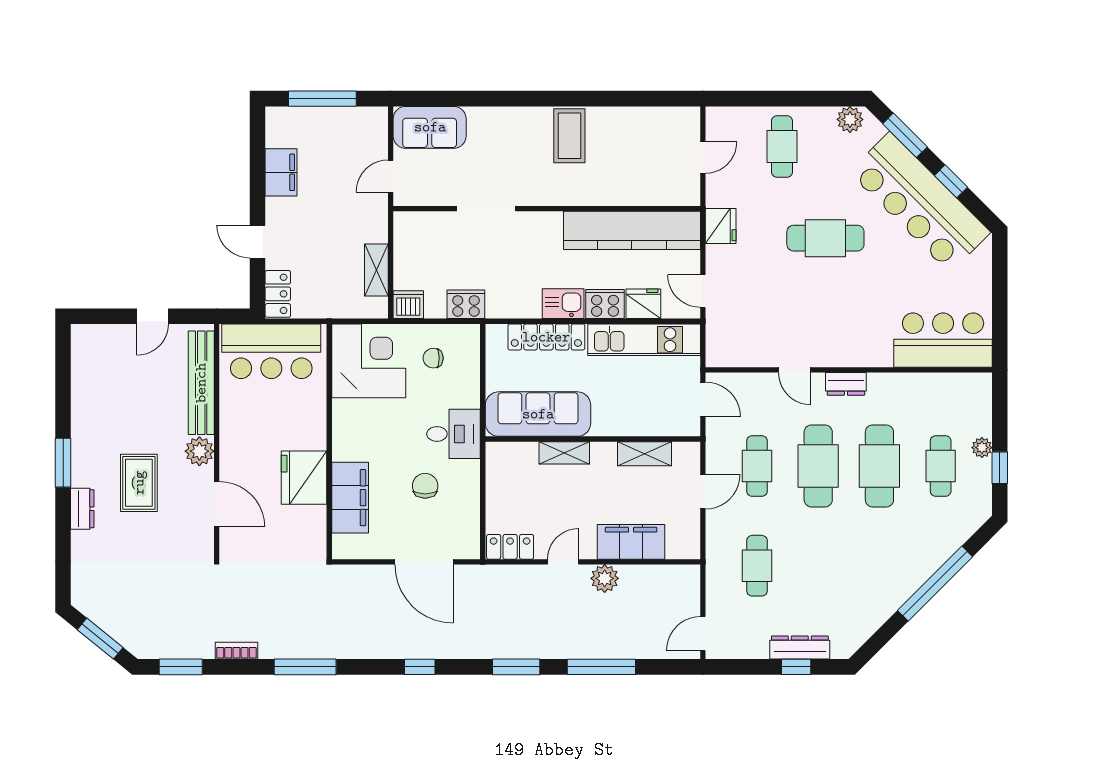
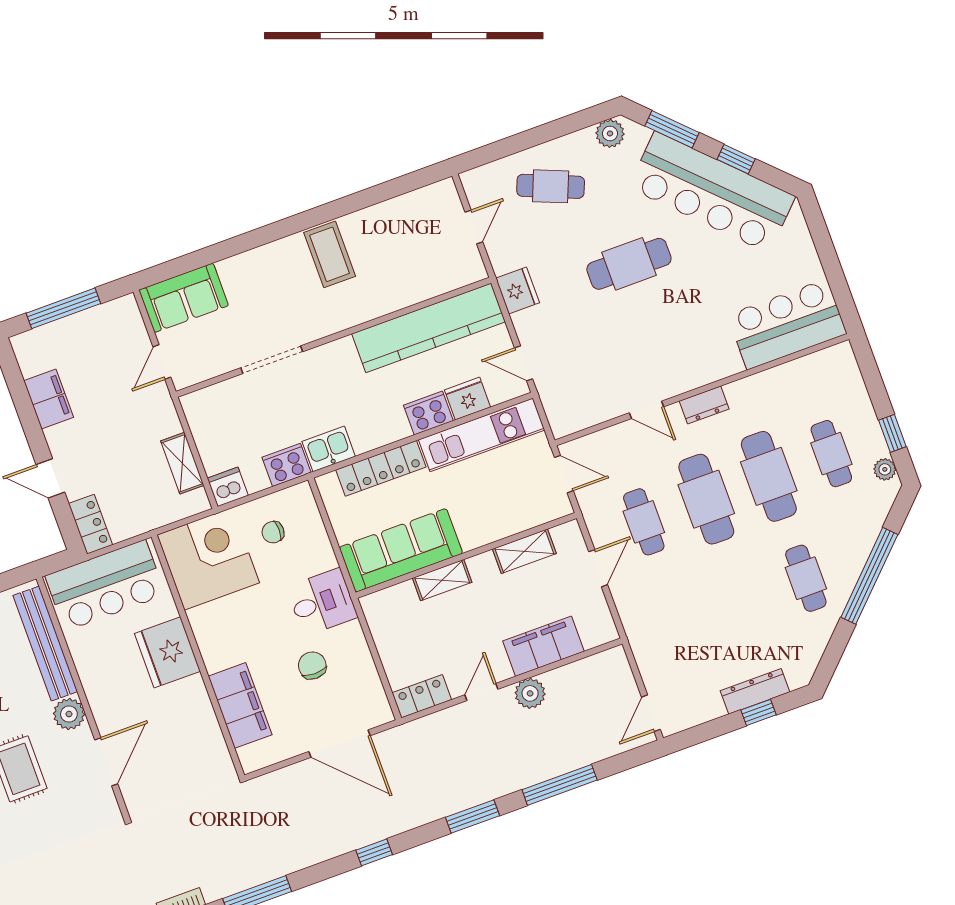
cafe table: (782, 146) -> (551, 186), turned -68
kitchen sink: (563, 304) -> (329, 449), moved
plant: (982, 448) -> (885, 469), moved
fridge: (304, 478) -> (167, 652), moved
door: (217, 504) -> (106, 762), hinge flipped
cafe table: (757, 566) -> (806, 578), moved

